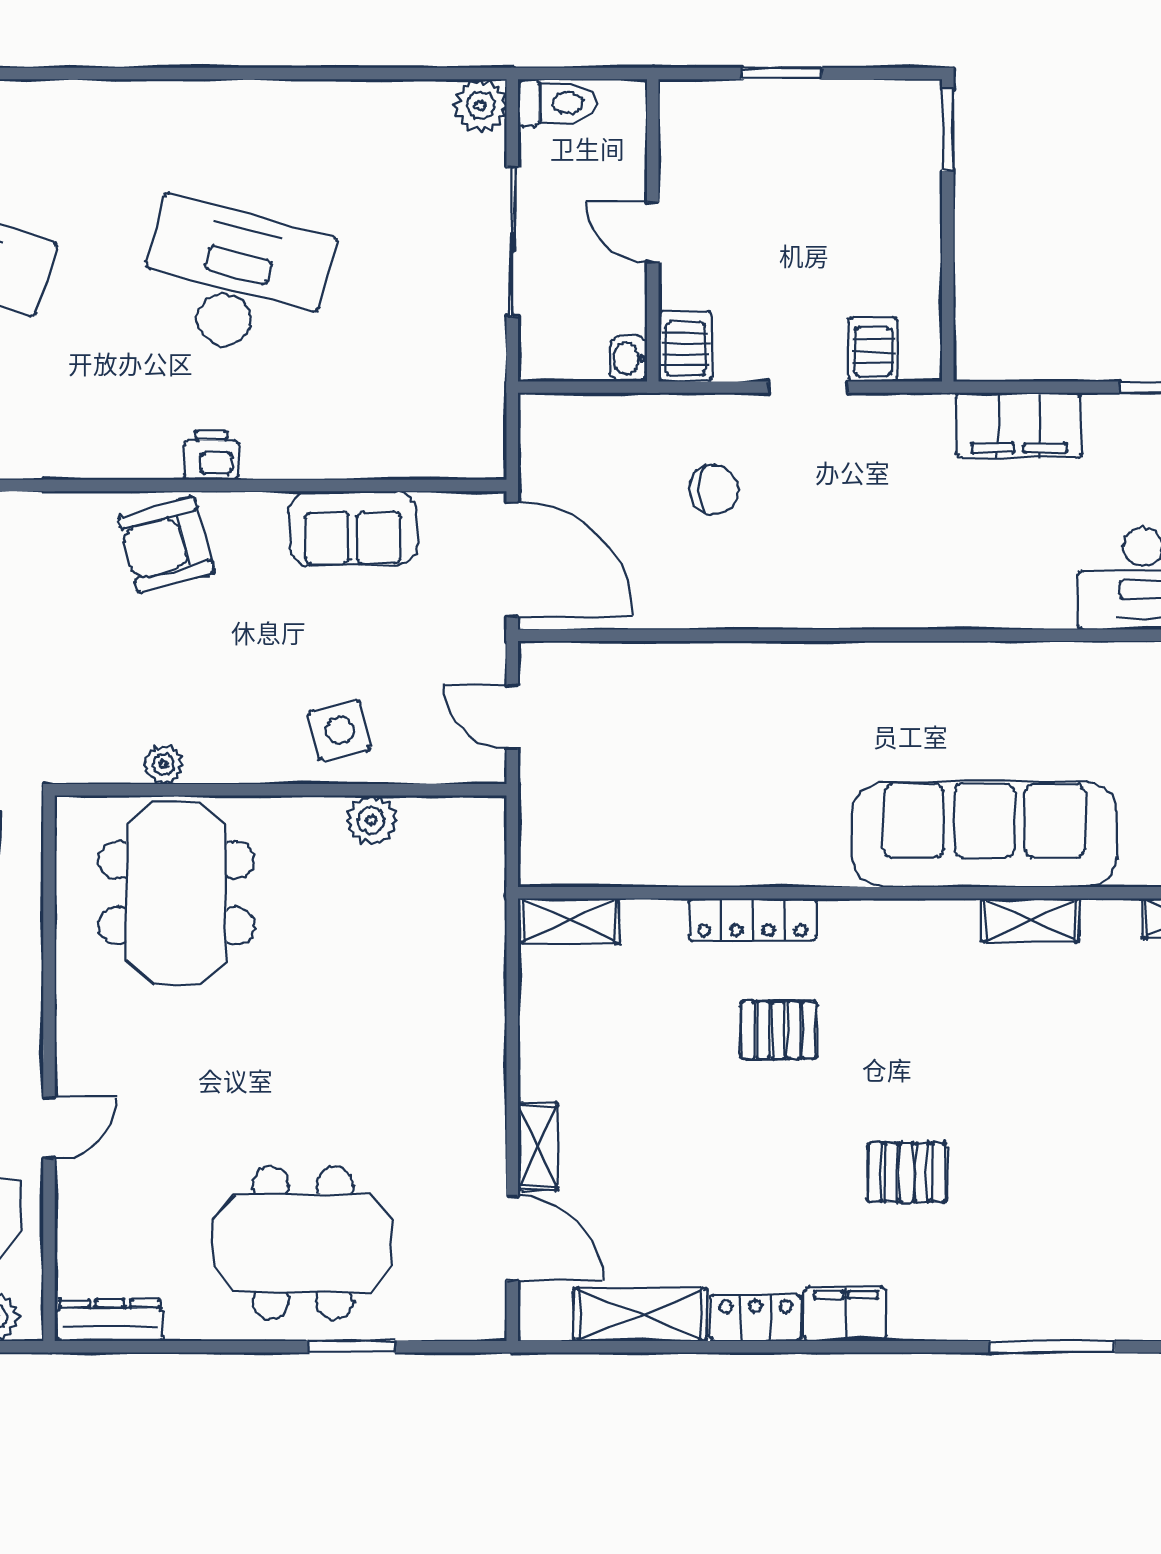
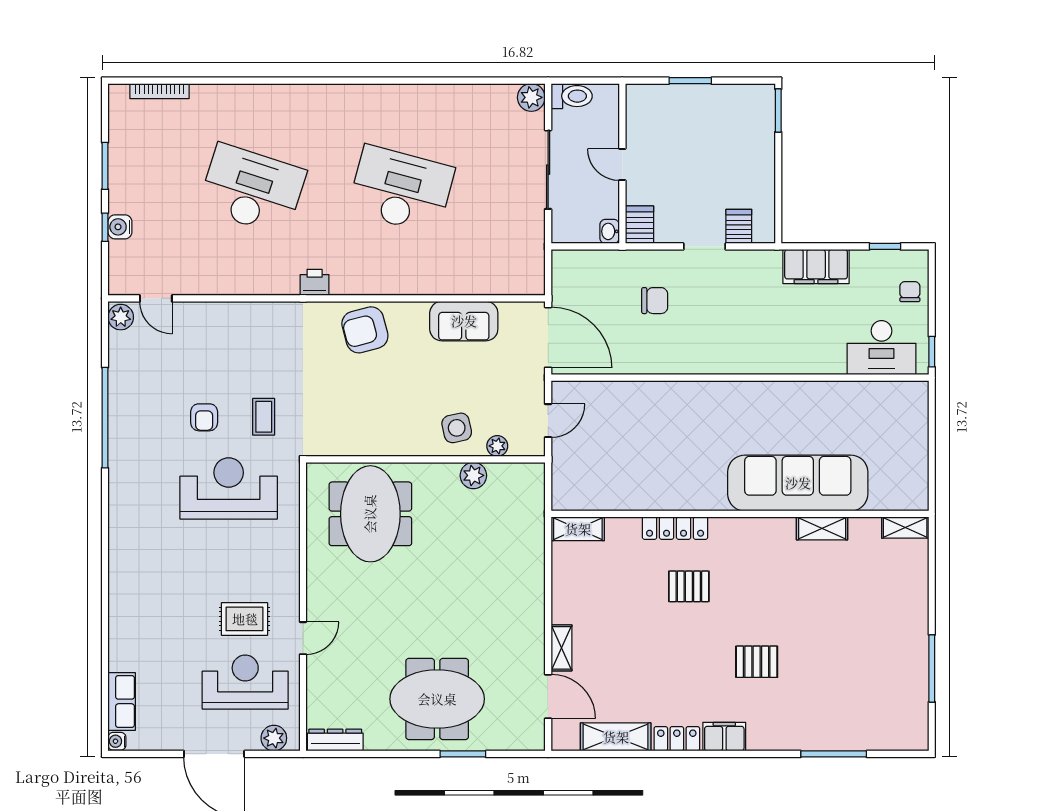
printer: (211, 455) -> (315, 282), moved
door: (512, 717) -> (548, 421), swing flipped
plant: (163, 764) -> (497, 446), moved

